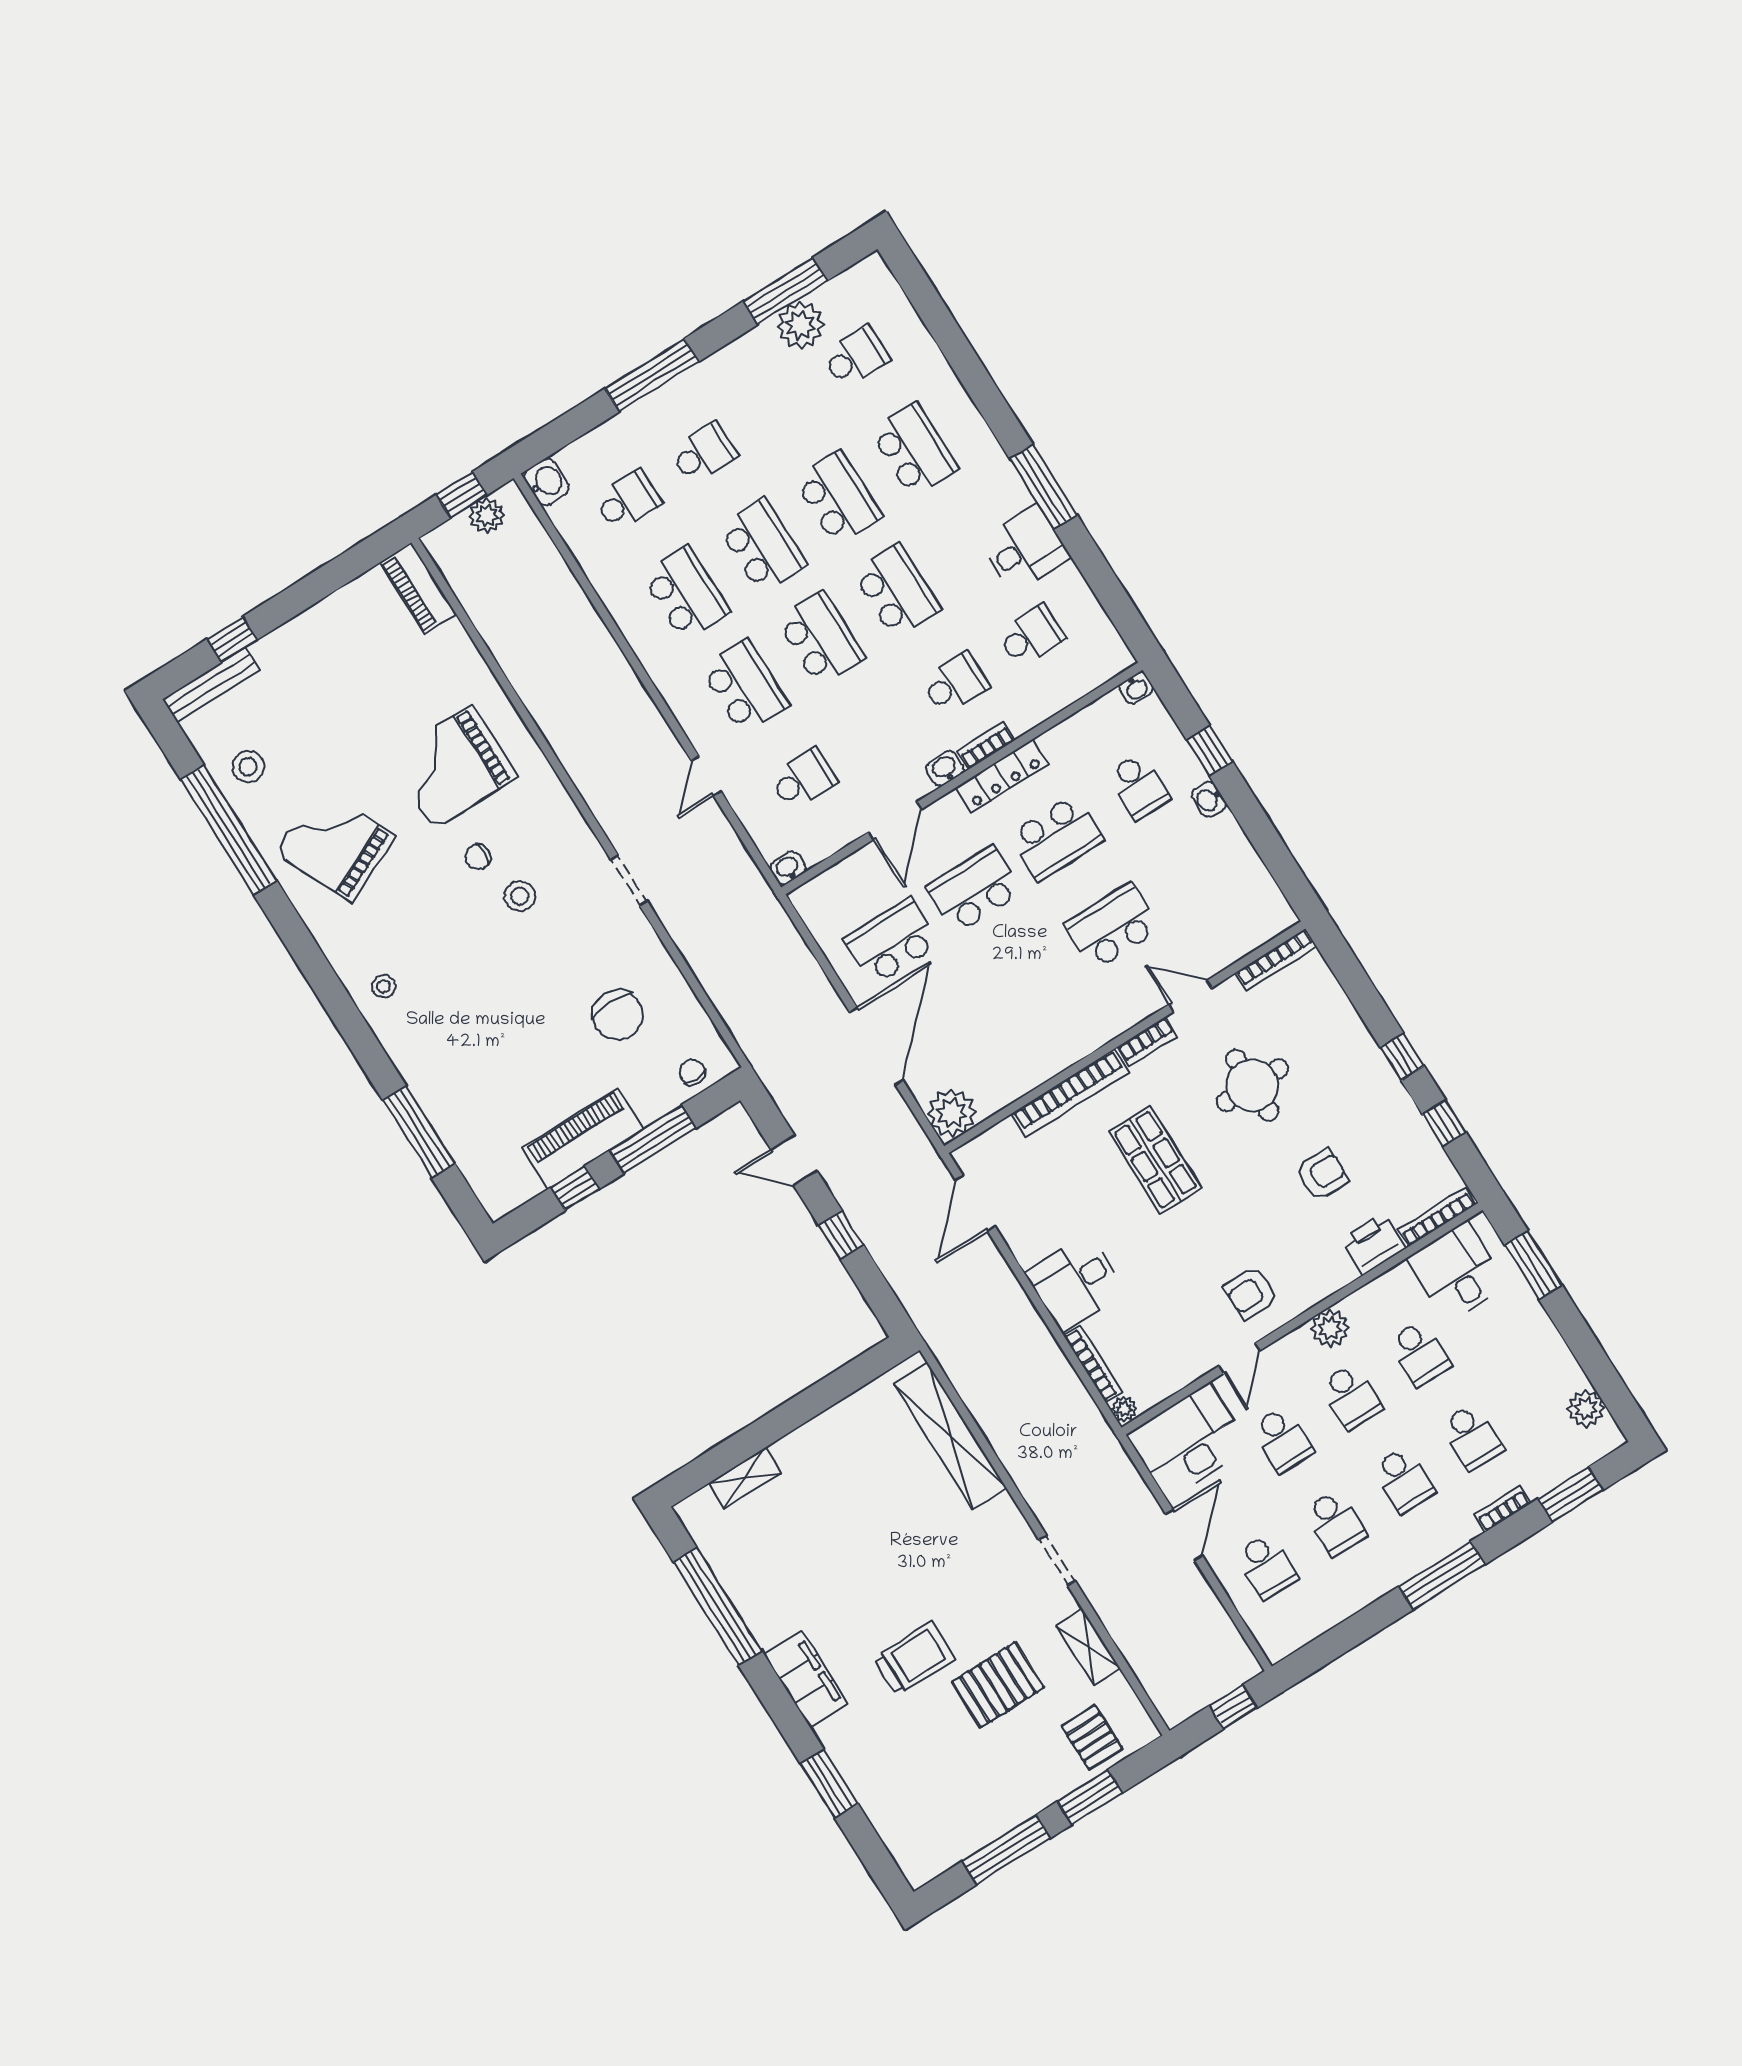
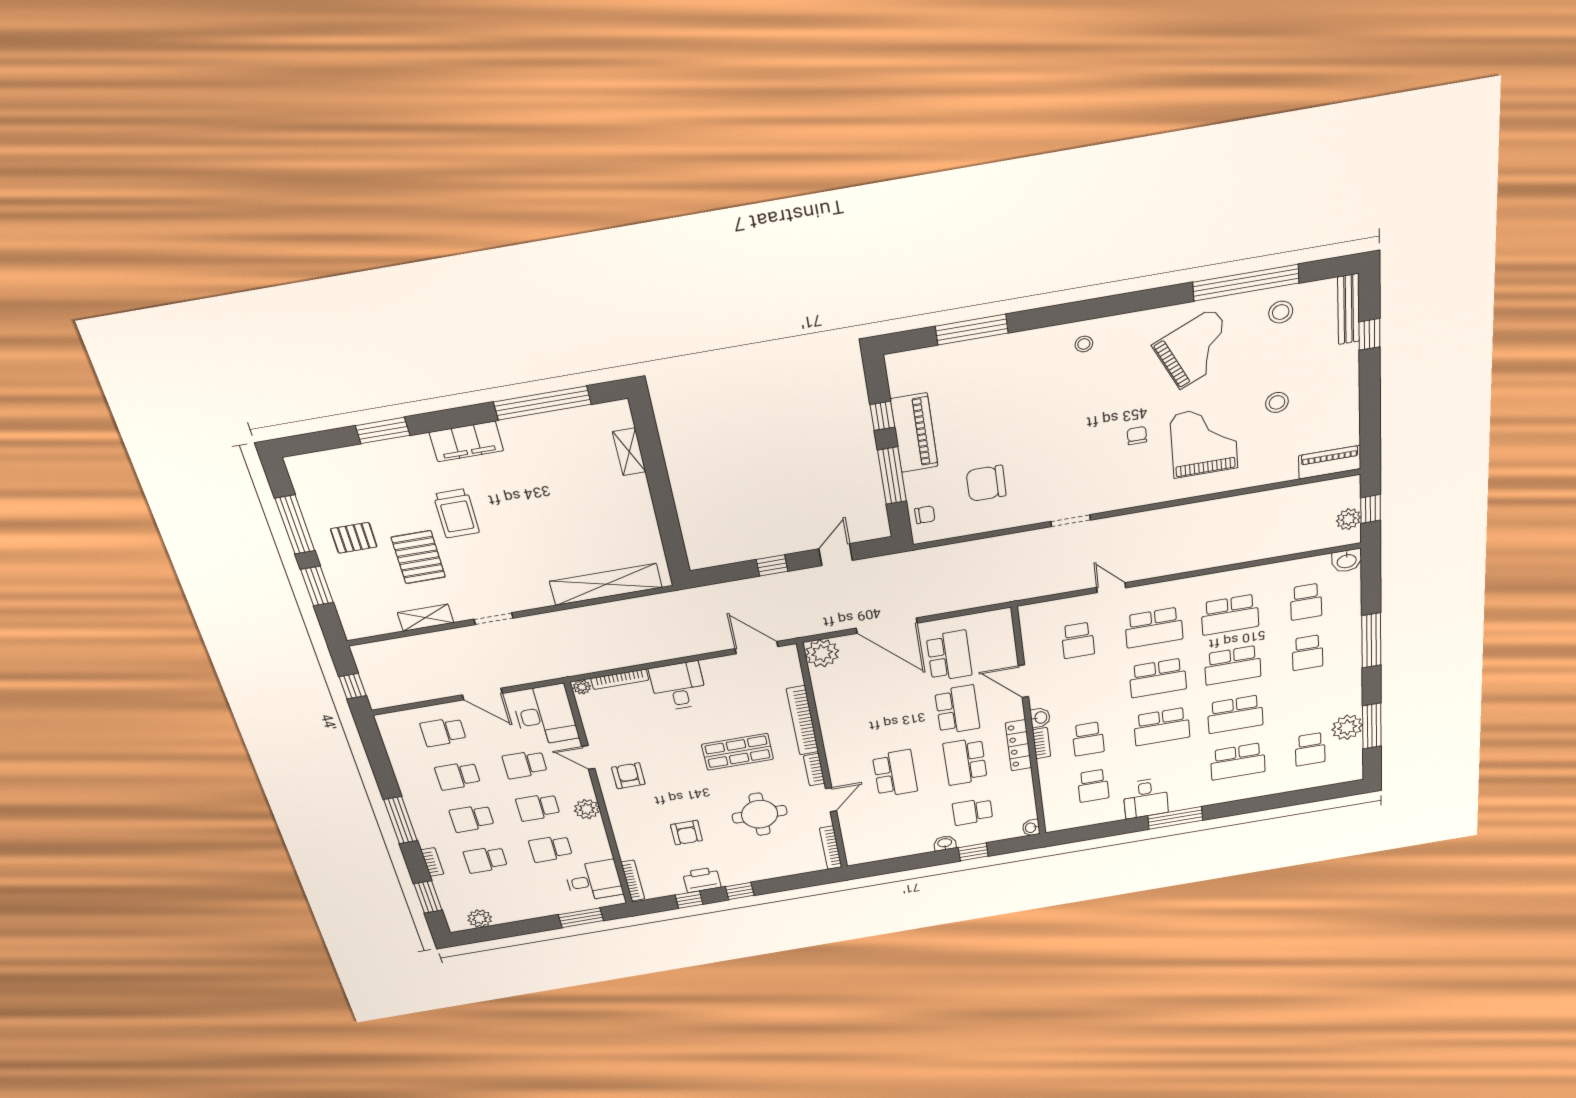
washbasin: (788, 868) -> (1027, 614), removed
stool: (520, 896) -> (1277, 402), moved
printer: (1373, 1244) -> (702, 880), moved, turned -90
pallet: (1092, 1737) -> (354, 538), moved

